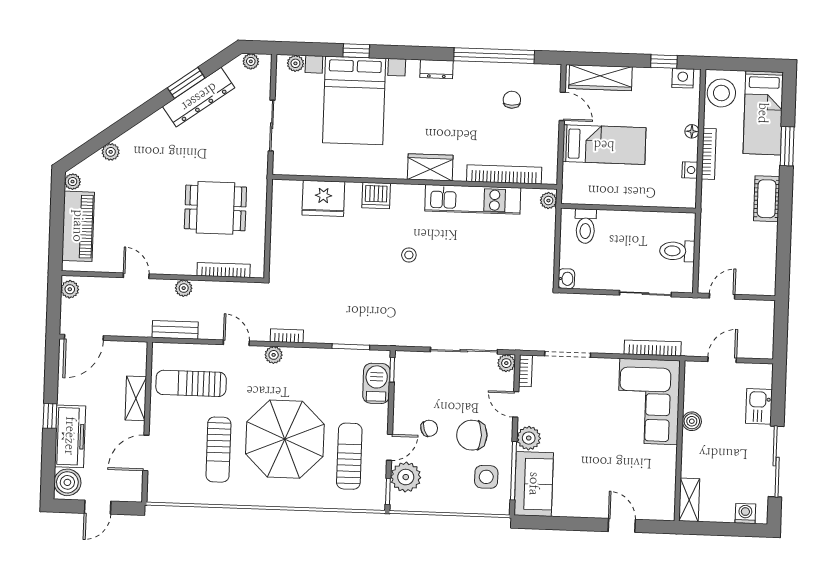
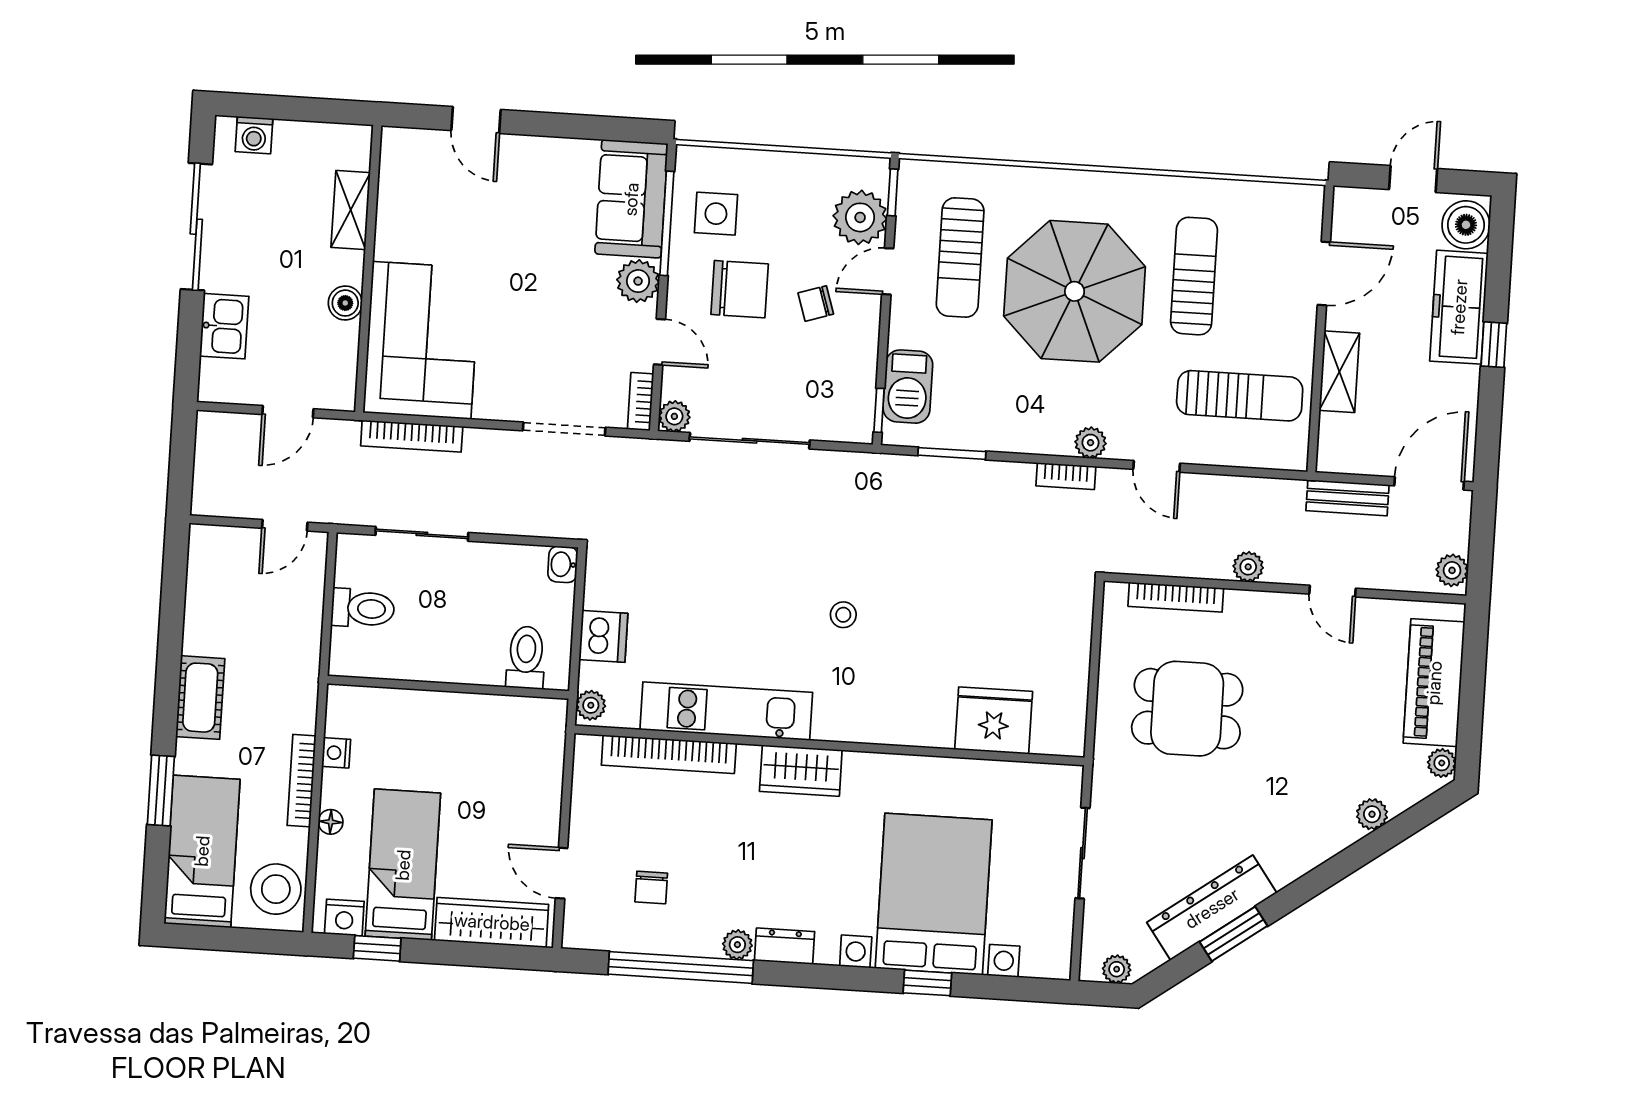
plant: (295, 63) -> (737, 945), moved
bed: (604, 145) -> (403, 865), moved, turned 90
dishwasher: (376, 195) -> (603, 636), moved, turned 90
bench: (175, 330) -> (1348, 498), moved
shelving: (689, 500) -> (351, 210), moved

